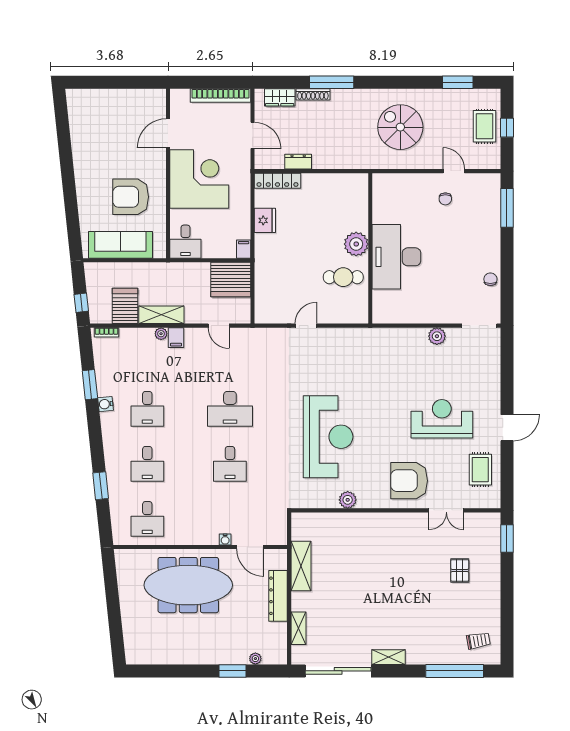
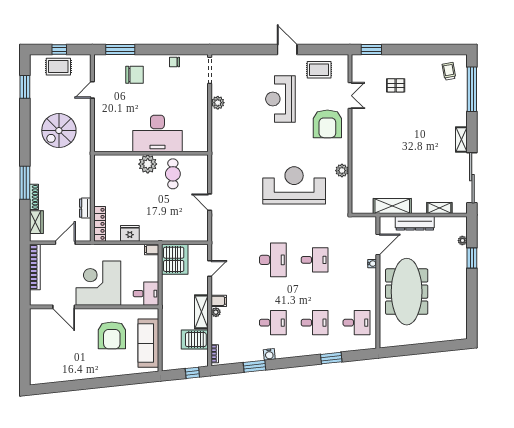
chair: (445, 199) -> (135, 75), moved, width x1.87, depth x1.87

